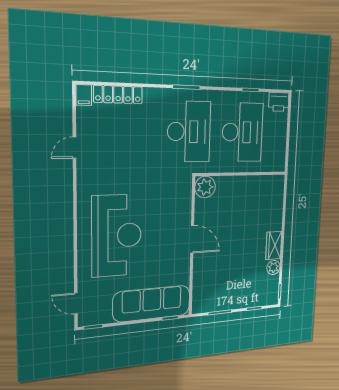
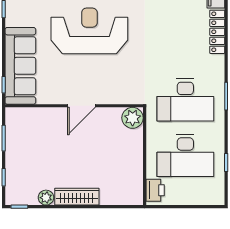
printer: (279, 102) -> (155, 190), moved, turned 180
reception desk: (117, 236) -> (89, 31), turned 180
wardrobe: (274, 246) -> (77, 197), width x1.50

